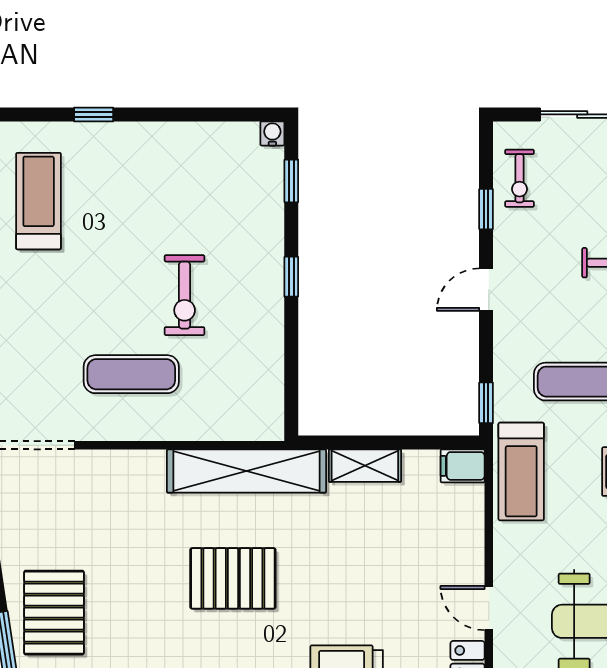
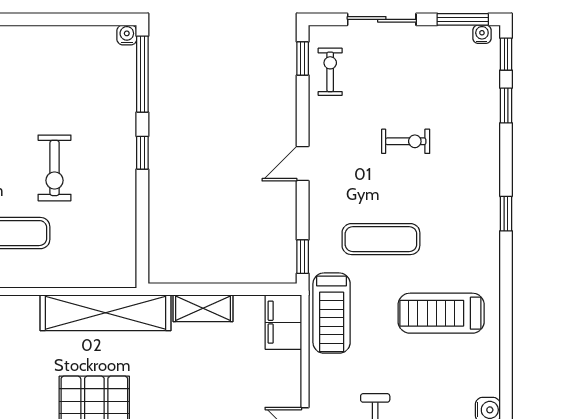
exercise bike: (519, 178) -> (330, 72), turned 180
window: (291, 181) -> (142, 74), width x2.17
window: (486, 209) -> (303, 58), moved
filing cabinet: (463, 466) -> (283, 322), width x2.00

